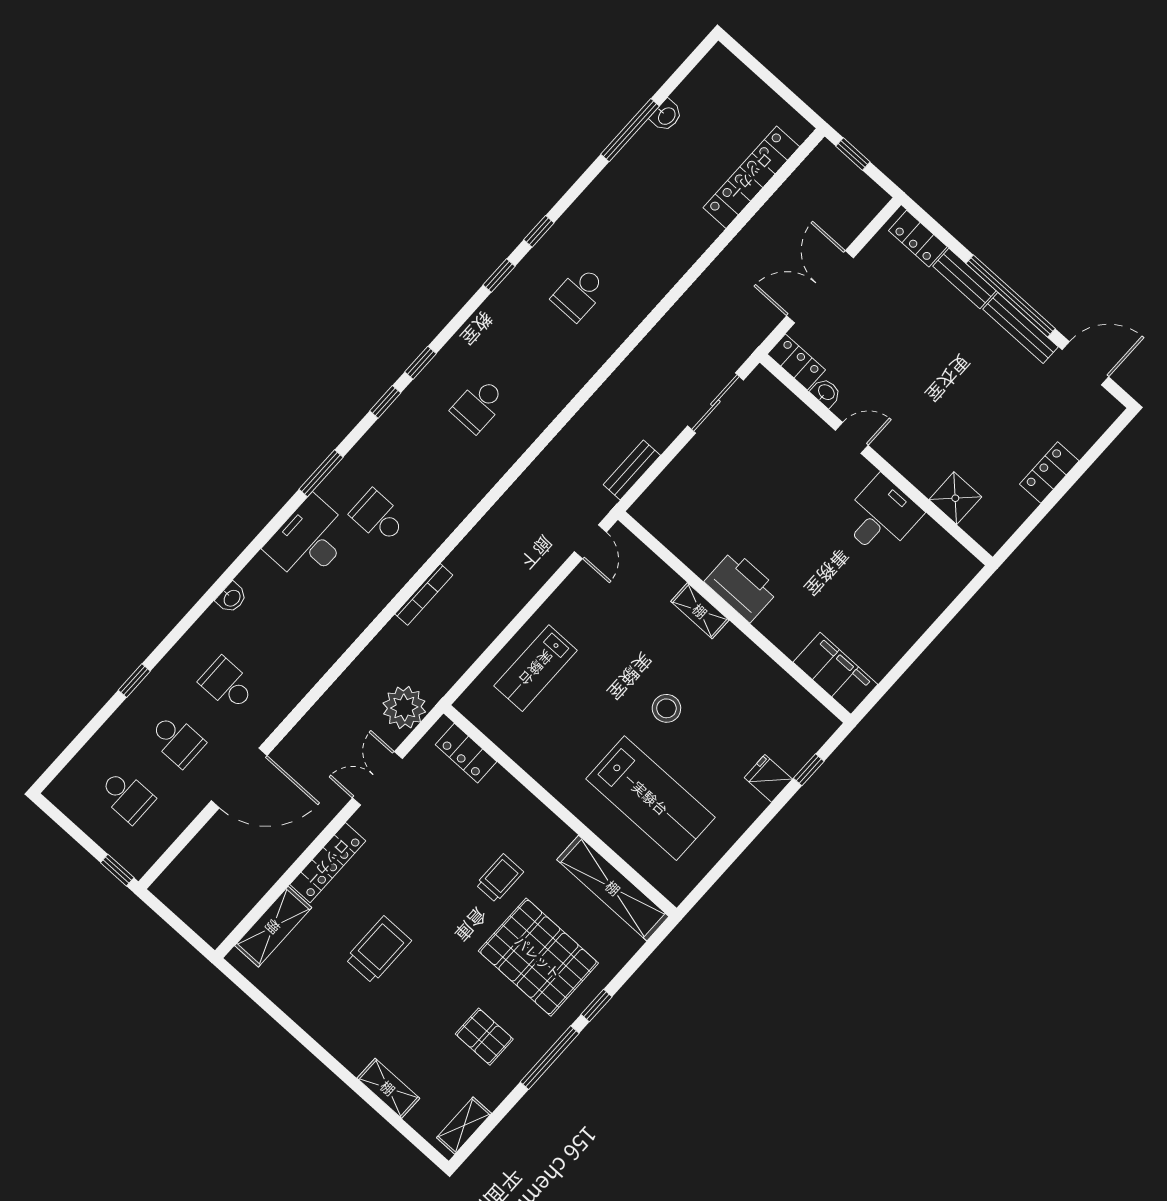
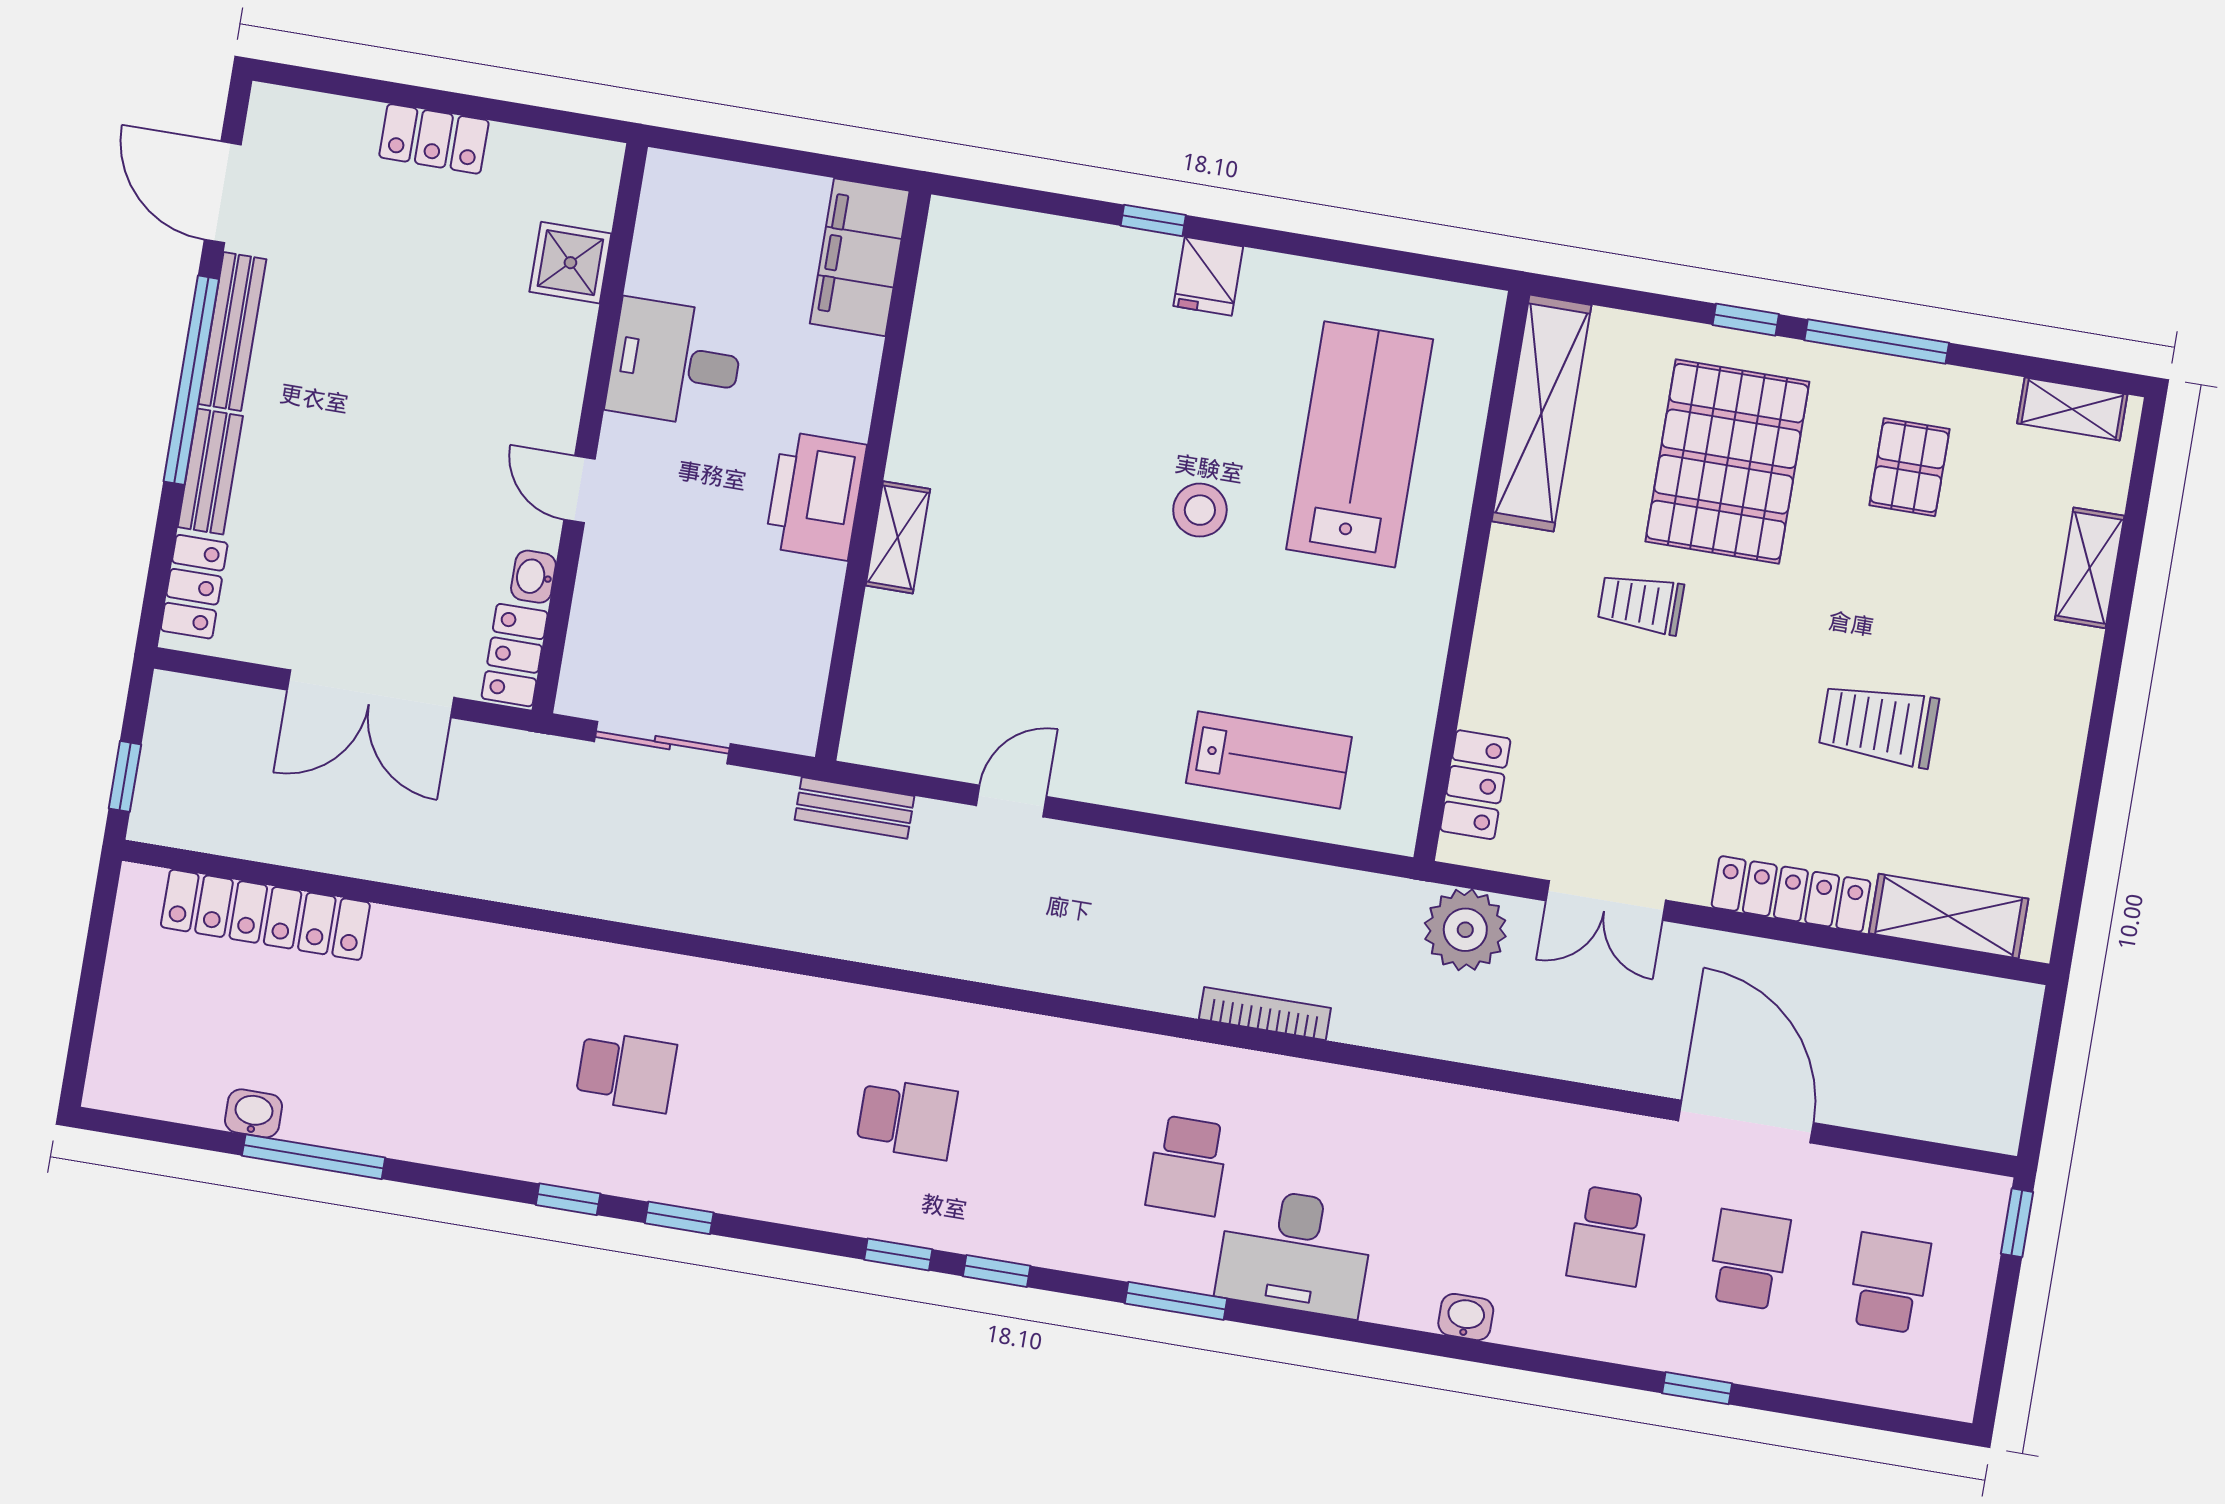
printer: (742, 586) -> (816, 496), moved
shelving: (700, 611) -> (898, 537), moved
wall: (734, 617) -> (873, 476), moved
filing cabinet: (835, 673) -> (860, 257), moved

